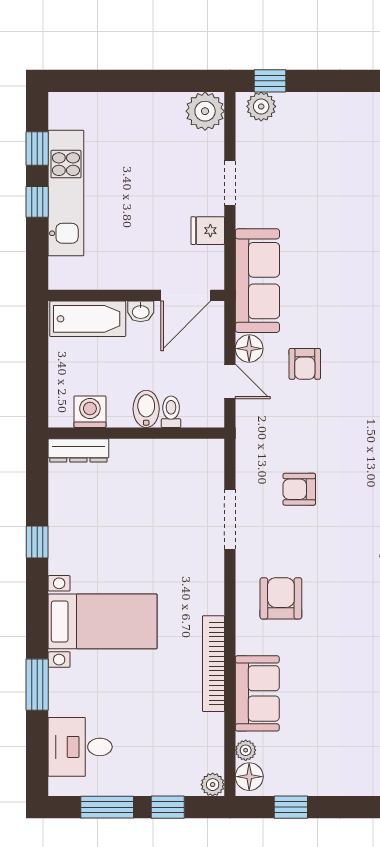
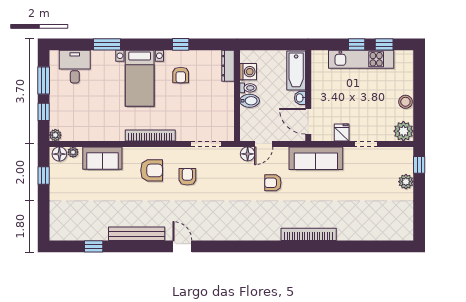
plant: (261, 106) -> (406, 182), moved
stool: (148, 107) -> (405, 102), added
floor lamp: (249, 349) -> (248, 154), moved
toilet: (171, 412) -> (248, 88), moved
armchair: (299, 489) -> (187, 177), moved
doorway: (230, 519) -> (206, 144), moved
armchair: (96, 542) -> (181, 75), added
bookcase: (213, 664) -> (150, 136), moved

